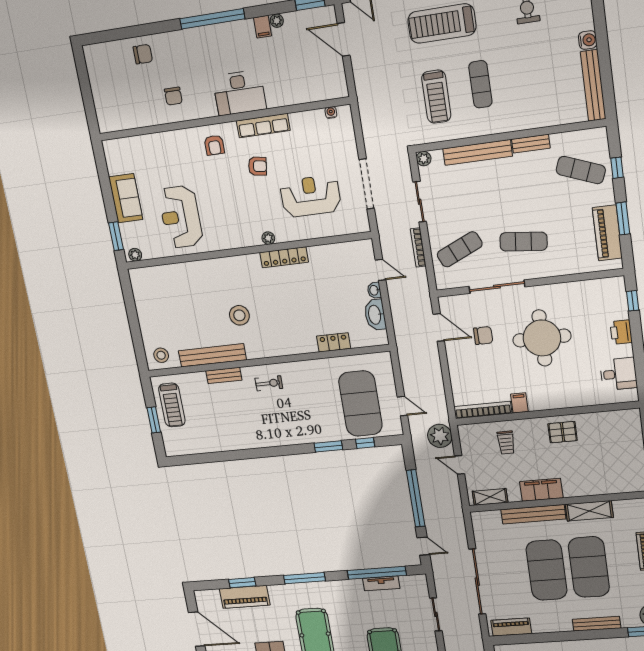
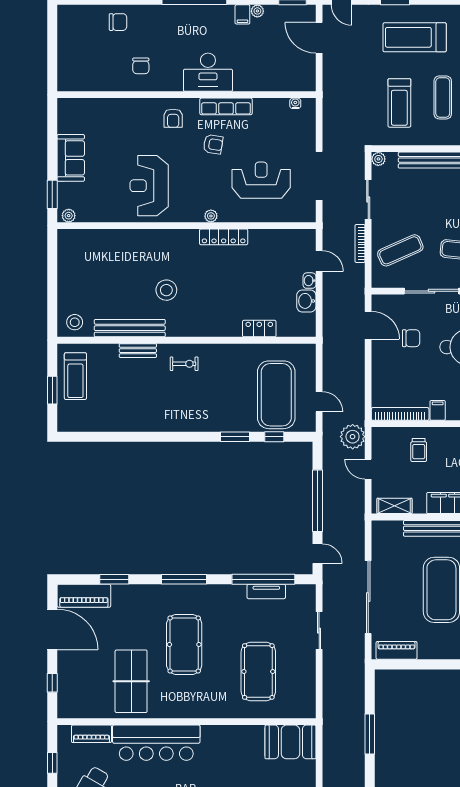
reception desk: (181, 217) -> (149, 186), moved
washbasin: (375, 315) -> (306, 301), width x0.72
piano: (245, 597) -> (84, 596), moved

